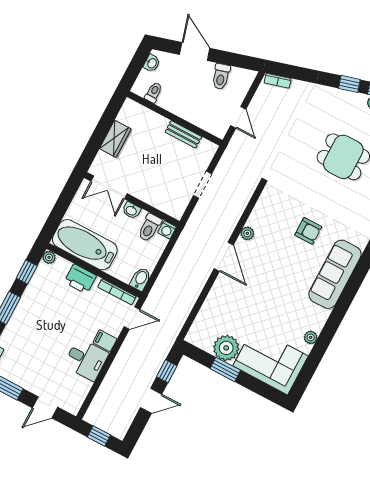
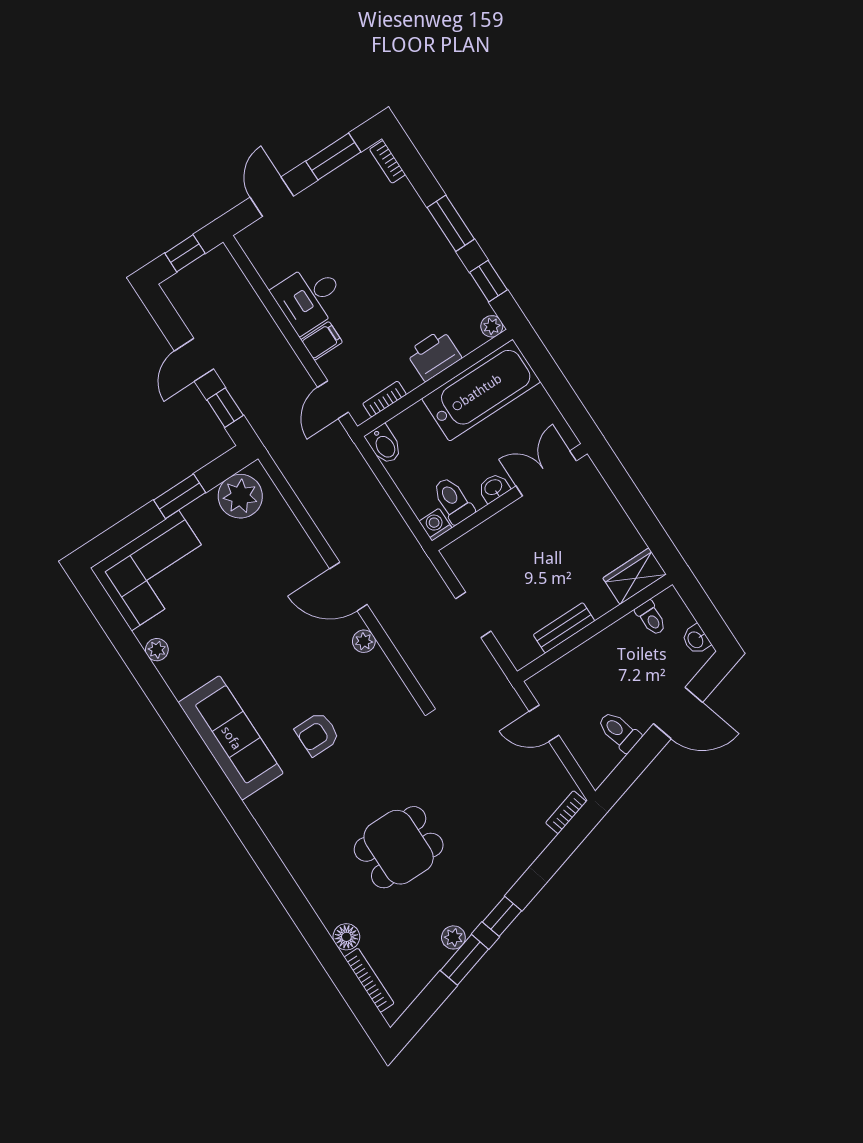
wardrobe: (115, 139) -> (635, 576), moved, turned 90
bookcase: (117, 292) -> (385, 399), width x0.64
plant: (226, 348) -> (240, 496), moved

